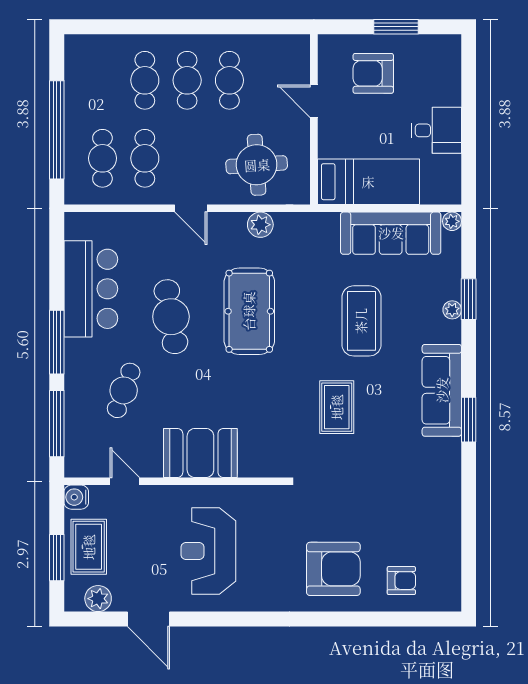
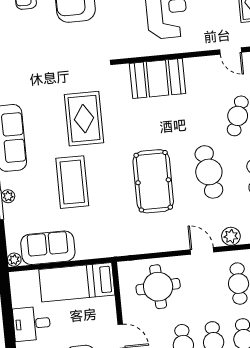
plant: (260, 225) -> (231, 236), moved
sofa: (391, 233) -> (48, 248), width x0.73
rug: (337, 407) -> (84, 119), width x1.36, depth x1.43
booth: (200, 453) -> (158, 78), moved

